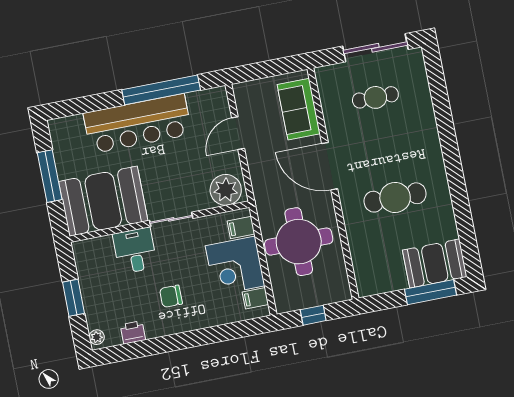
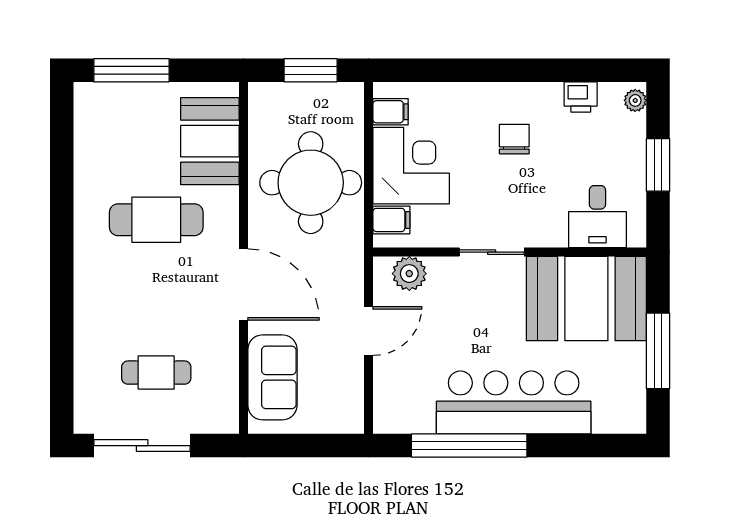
door: (238, 133) -> (369, 331), moved
plant: (226, 190) -> (409, 274), width x0.73, depth x0.73
desk: (135, 251) -> (597, 217), moved
booth: (435, 263) -> (210, 141), moved, turned 90
chair: (171, 296) -> (514, 139), turned -90
window: (313, 315) -> (311, 70), width x1.50

